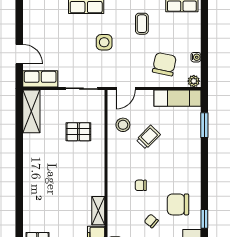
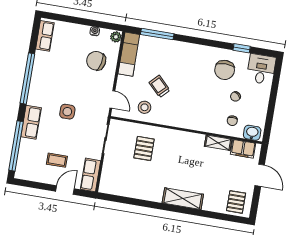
coffee table: (142, 24) -> (57, 160), moved
shelving: (31, 111) -> (183, 199), moved
window: (204, 125) -> (157, 34), width x1.44
chair: (141, 185) -> (232, 121), moved

